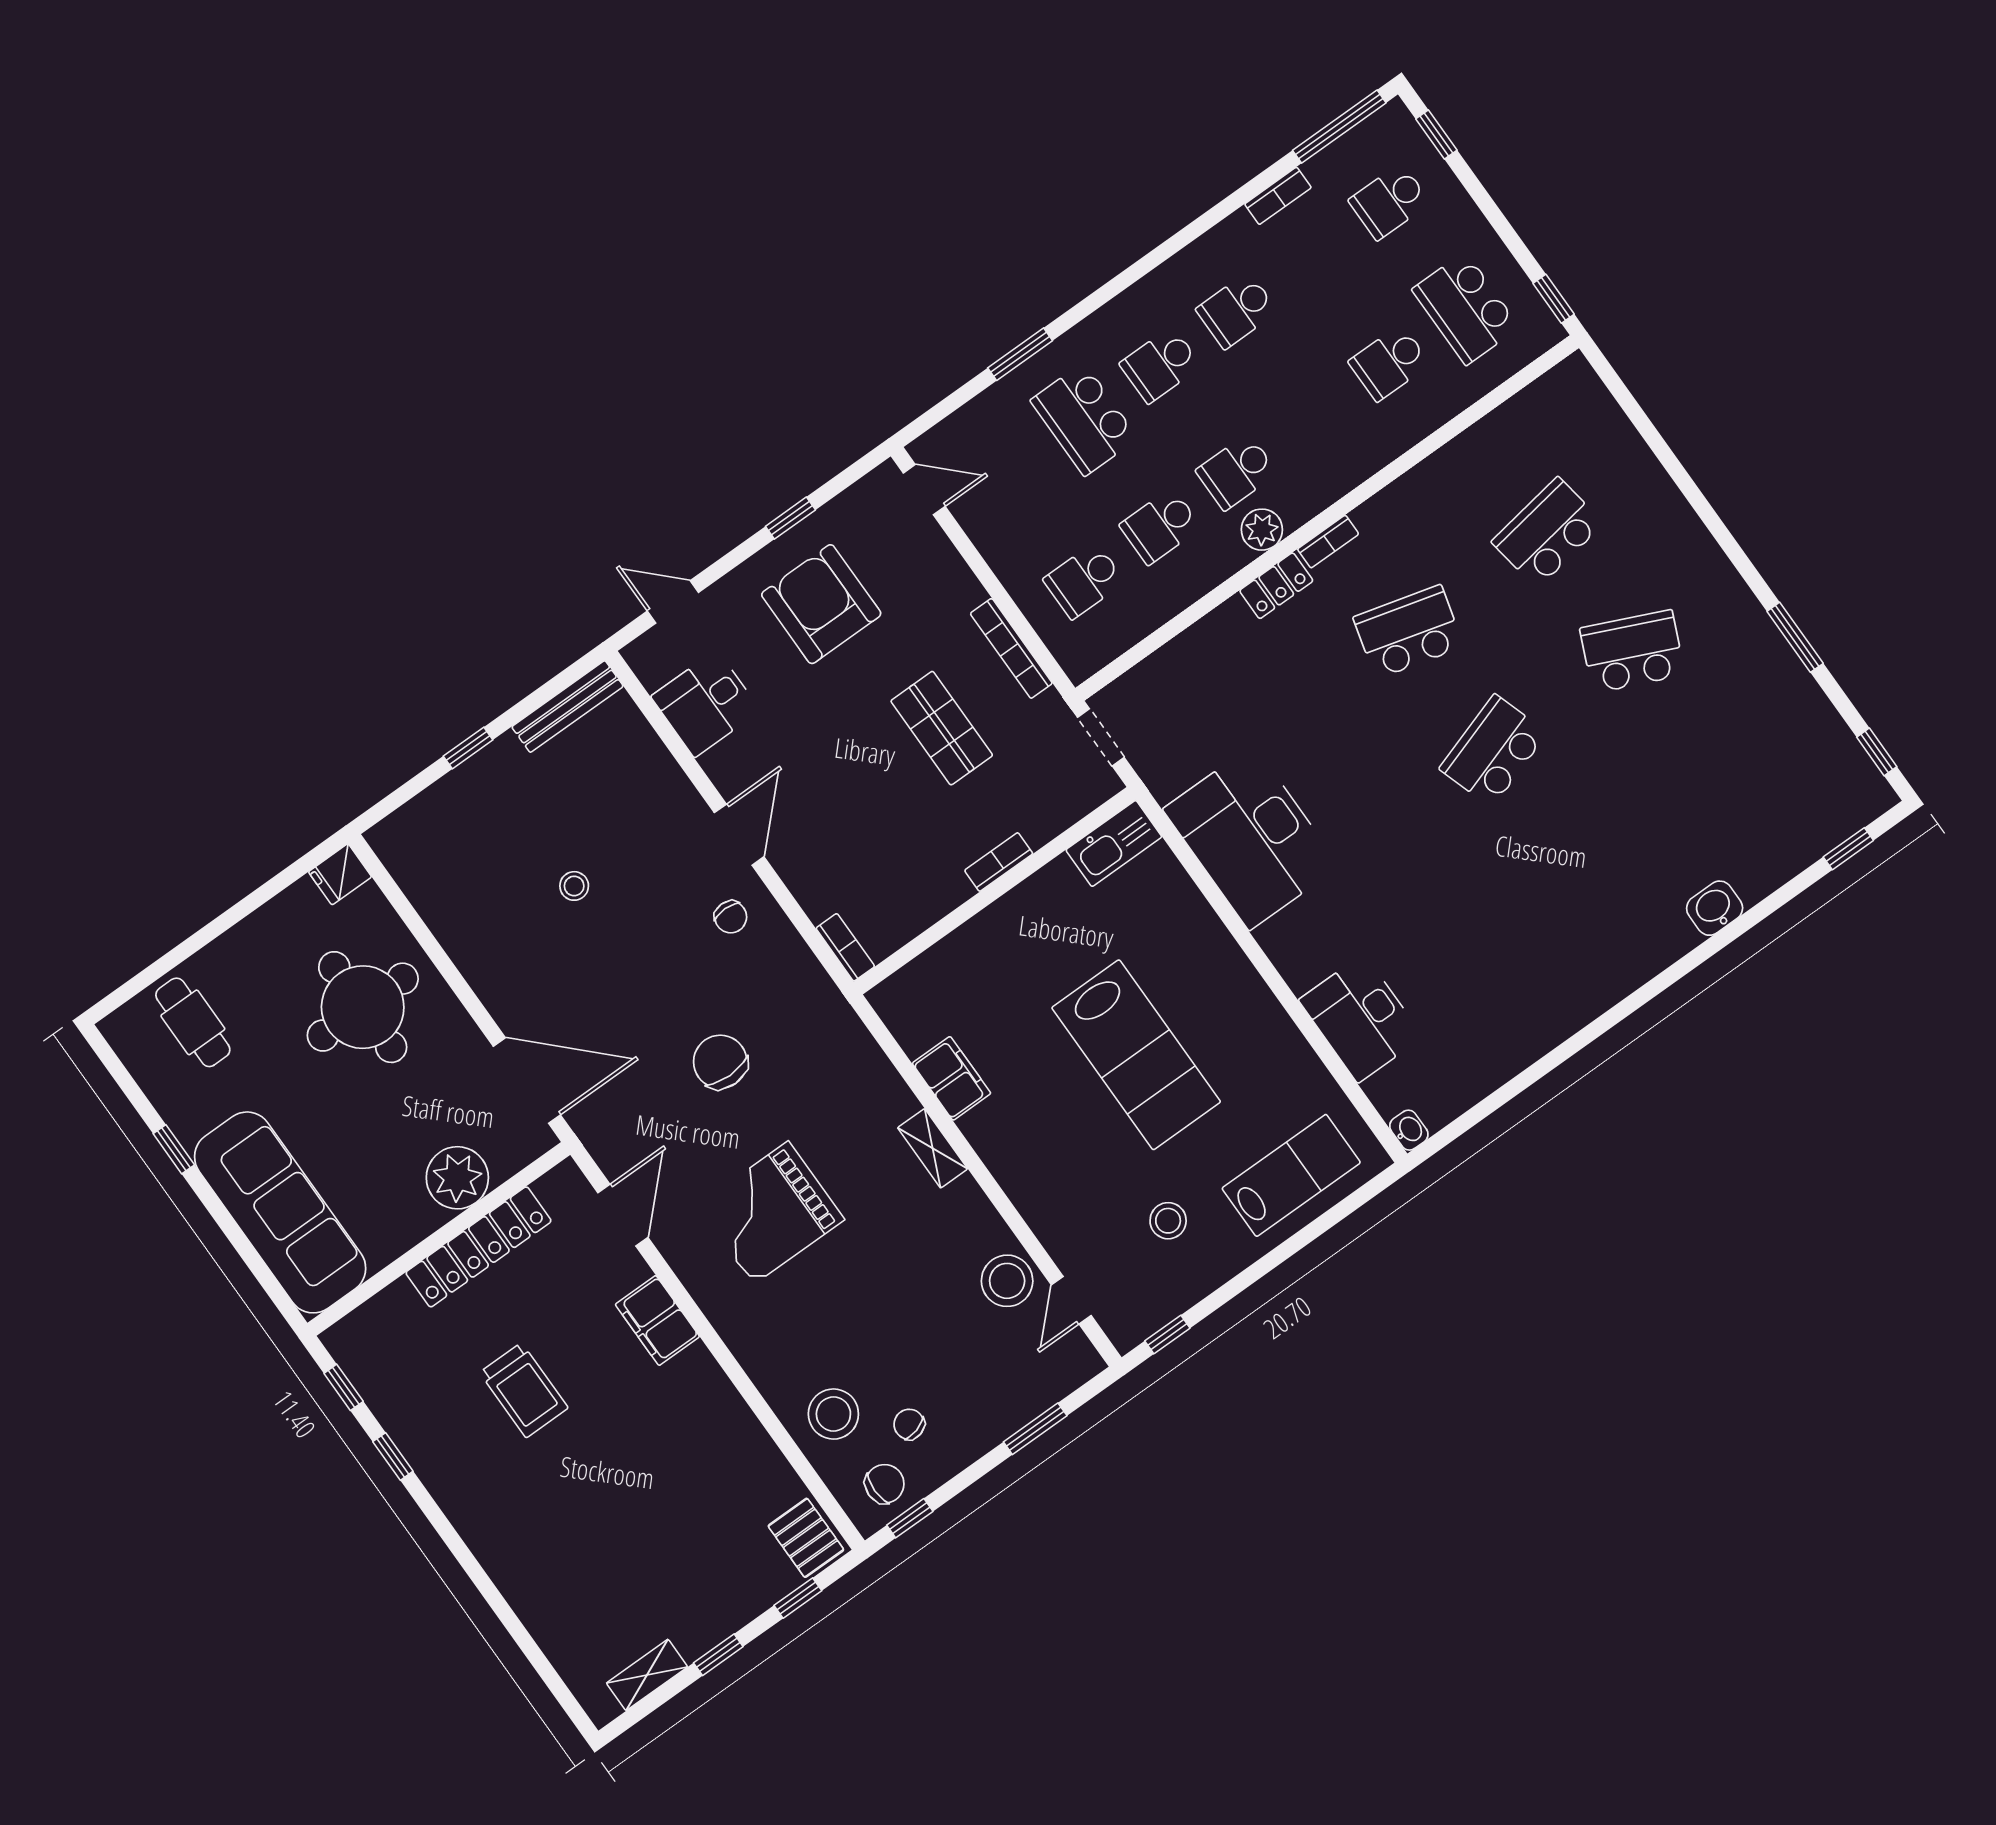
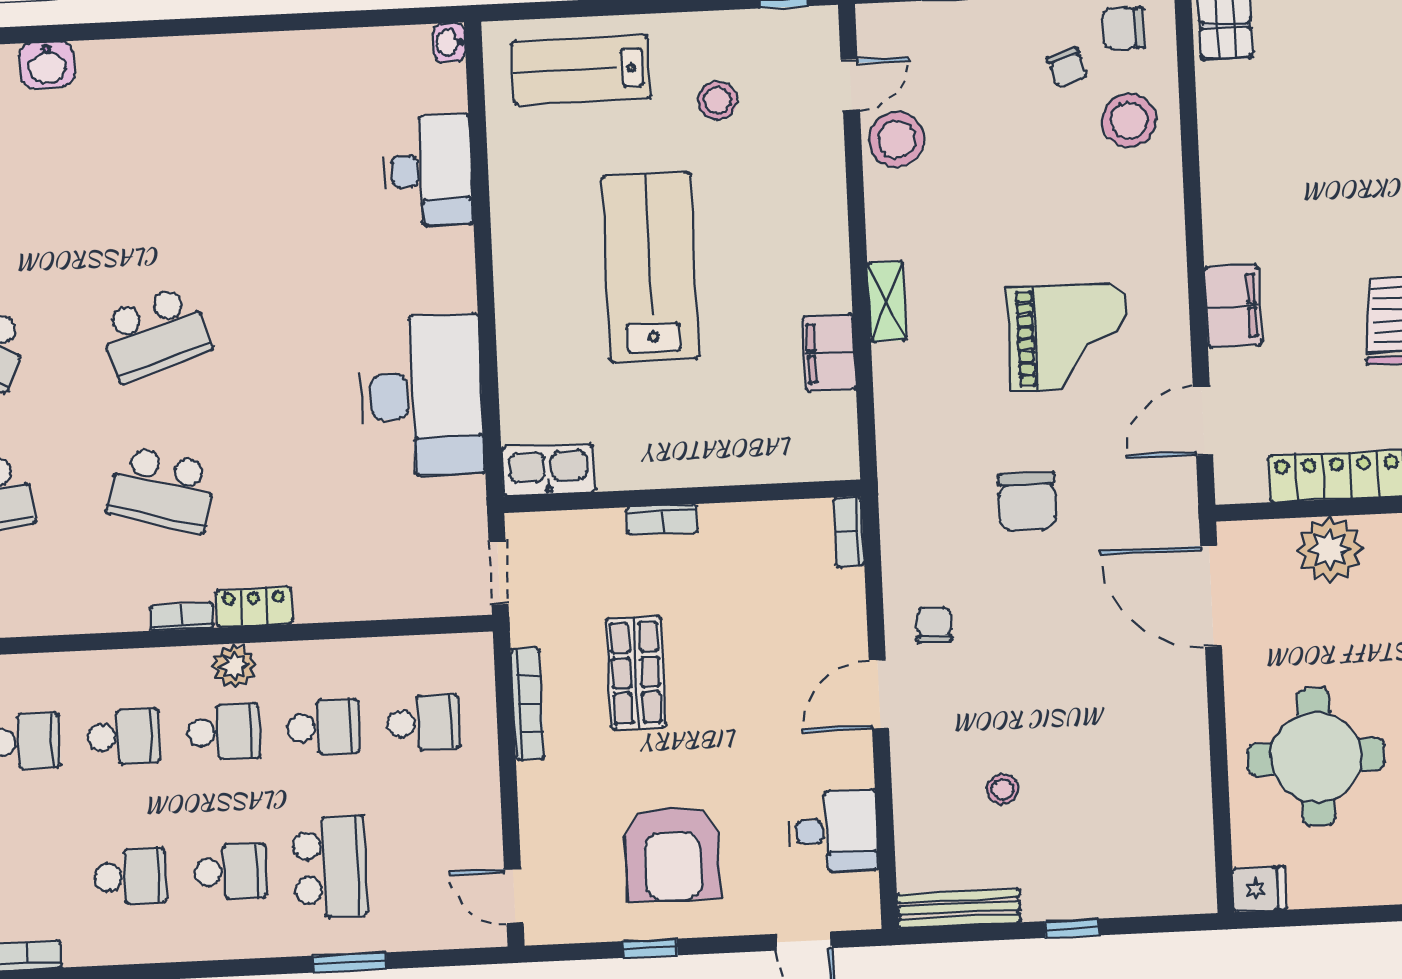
school desk: (1313, 417) -> (124, 737), added
stool: (574, 886) -> (1003, 789), moved

